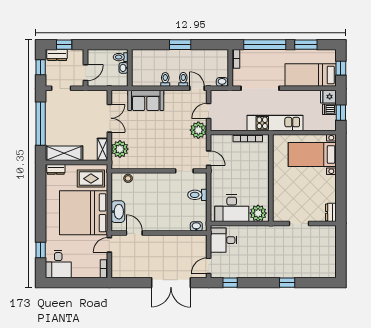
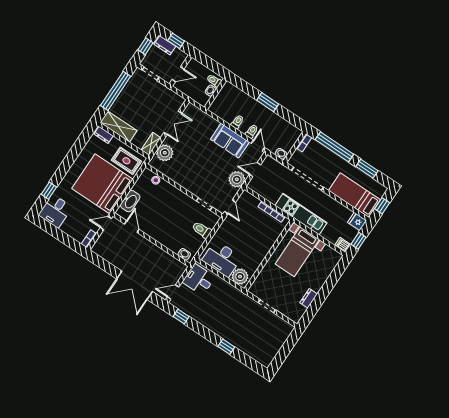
sofa: (146, 100) -> (230, 141), moved
dishwasher: (329, 109) -> (343, 245), moved
bed with nightstands: (312, 154) -> (297, 252), moved, turned -90
dresser: (331, 212) -> (309, 298), moved

